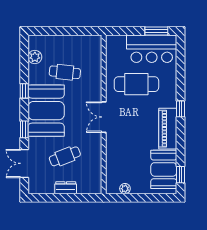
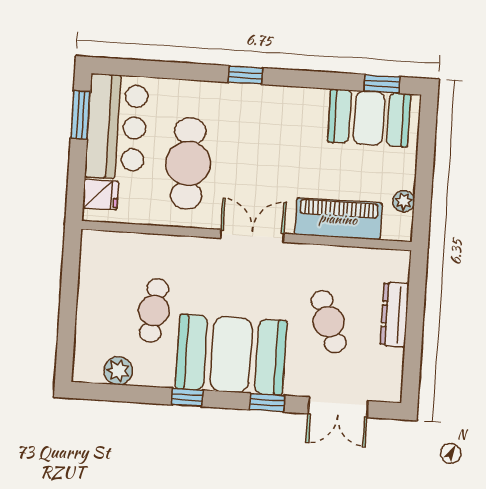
fridge: (119, 43) -> (101, 195), added
double door: (104, 117) -> (252, 236), swing flipped
piano: (168, 129) -> (338, 219), moved, turned 180
dresser: (66, 188) -> (395, 315), width x1.44

